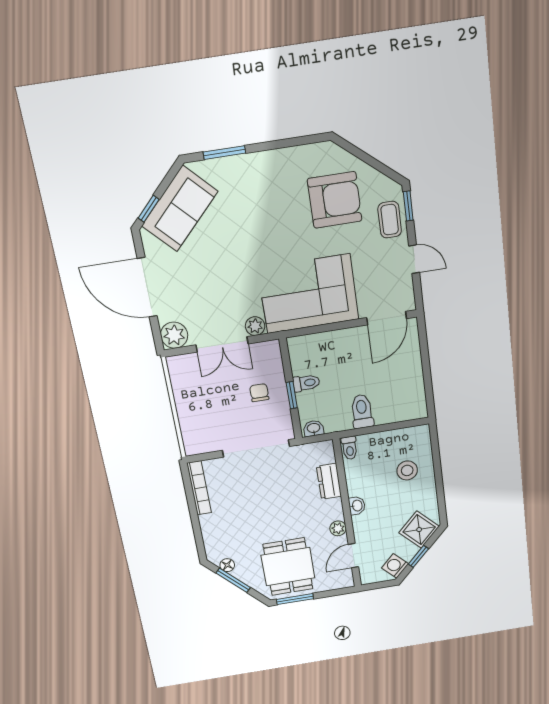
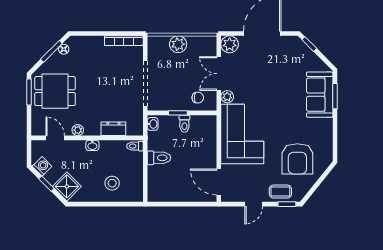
sofa: (180, 209) -> (320, 95), moved, turned 45
chair: (259, 393) -> (198, 98), moved
plant: (189, 411) -> (178, 44), added

